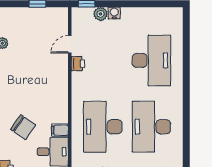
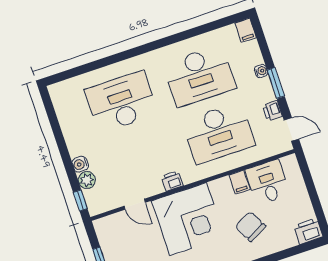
printer: (78, 64) -> (172, 181), moved
corner desk: (45, 81) -> (188, 219), added
chair: (23, 127) -> (250, 227), turned -63

